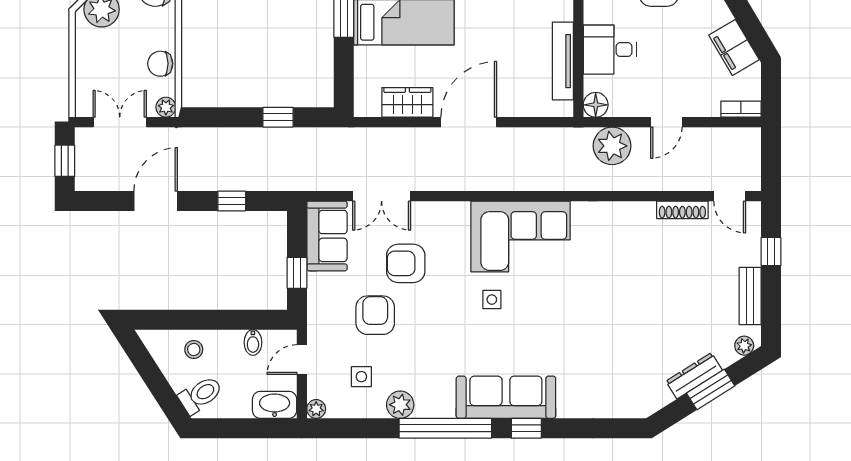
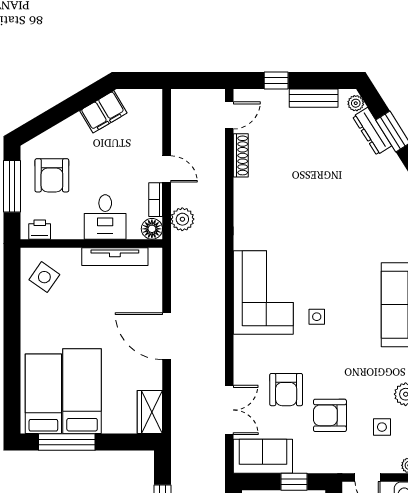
wardrobe: (407, 102) -> (150, 412), moved
bookcase: (741, 109) -> (156, 200), moved
plant: (612, 146) -> (182, 219), width x0.73, depth x0.73
dresser: (694, 376) -> (372, 131), moved

